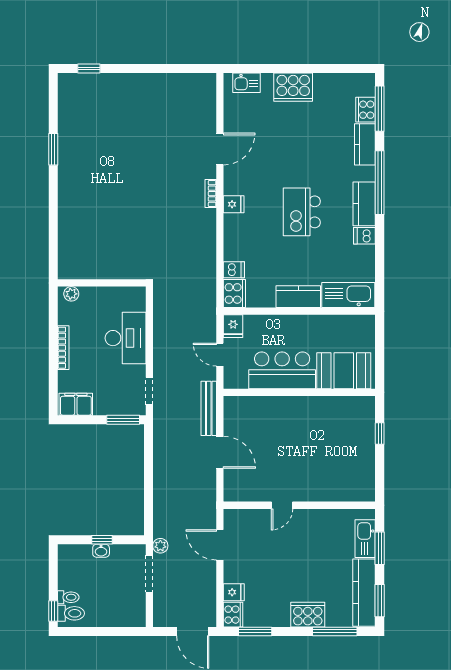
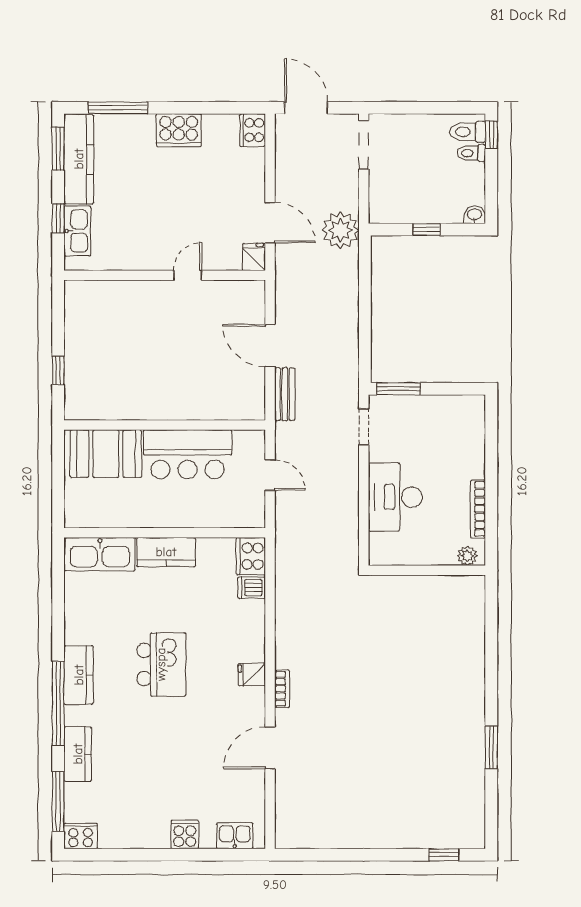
cooker: (293, 87) -> (185, 834), width x0.53, depth x0.76
cooker: (366, 110) -> (81, 836), moved, turned -90
dishwasher: (364, 236) -> (78, 633), removed
fridge: (233, 326) -> (253, 513), removed
bookcase: (63, 348) -> (478, 509), moved
filing cabinet: (76, 404) -> (461, 409), removed
bench: (209, 408) -> (285, 394), width x0.73
plant: (160, 546) -> (340, 230), width x1.88, depth x1.88
window: (380, 548) -> (58, 218), width x0.67
washbasin: (101, 551) -> (475, 215), moved
doorway: (149, 574) -> (364, 145), moved
fridge: (234, 592) -> (254, 257), moved, turned 90
cooker: (308, 615) -> (179, 130), moved
window: (255, 631) -> (223, 108), removed

